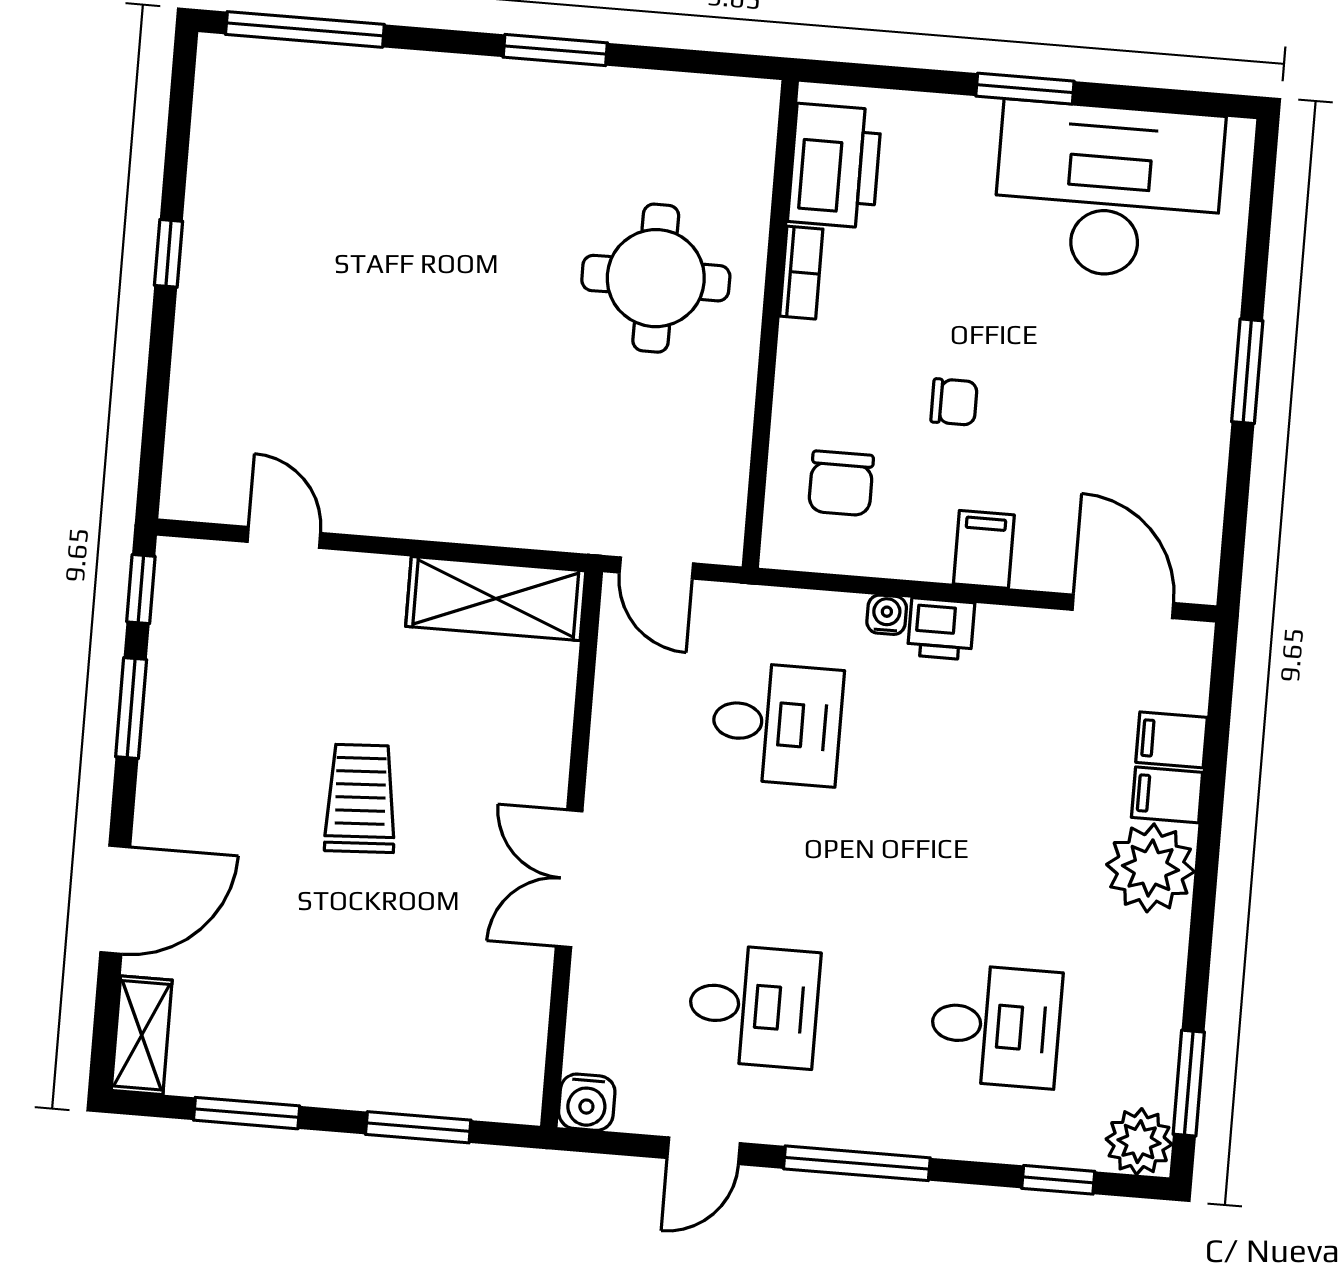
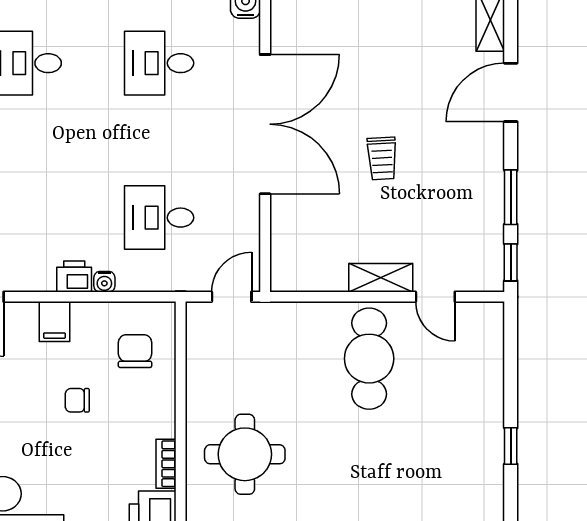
cafe table: (414, 434) -> (369, 359), added
door: (656, 568) -> (232, 297), hinge flipped
shelving: (496, 599) -> (381, 278), moved, width x0.67, depth x0.75
trolley: (360, 798) -> (382, 158), width x0.73, depth x0.72
double door: (569, 879) -> (265, 124), width x1.87

